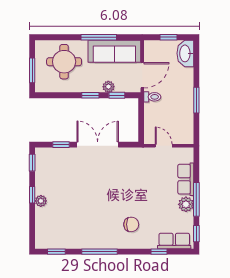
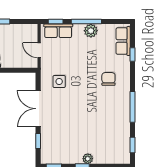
door: (164, 146) -> (39, 50), hinge flipped
side table: (128, 168) -> (59, 82), added
row of seats: (186, 179) -> (58, 31), moved
window: (196, 234) -> (56, 21), moved

